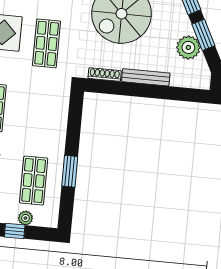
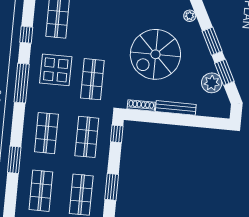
window: (76, 108) -> (117, 134), added
shop shelf: (40, 112) -> (87, 137), added

